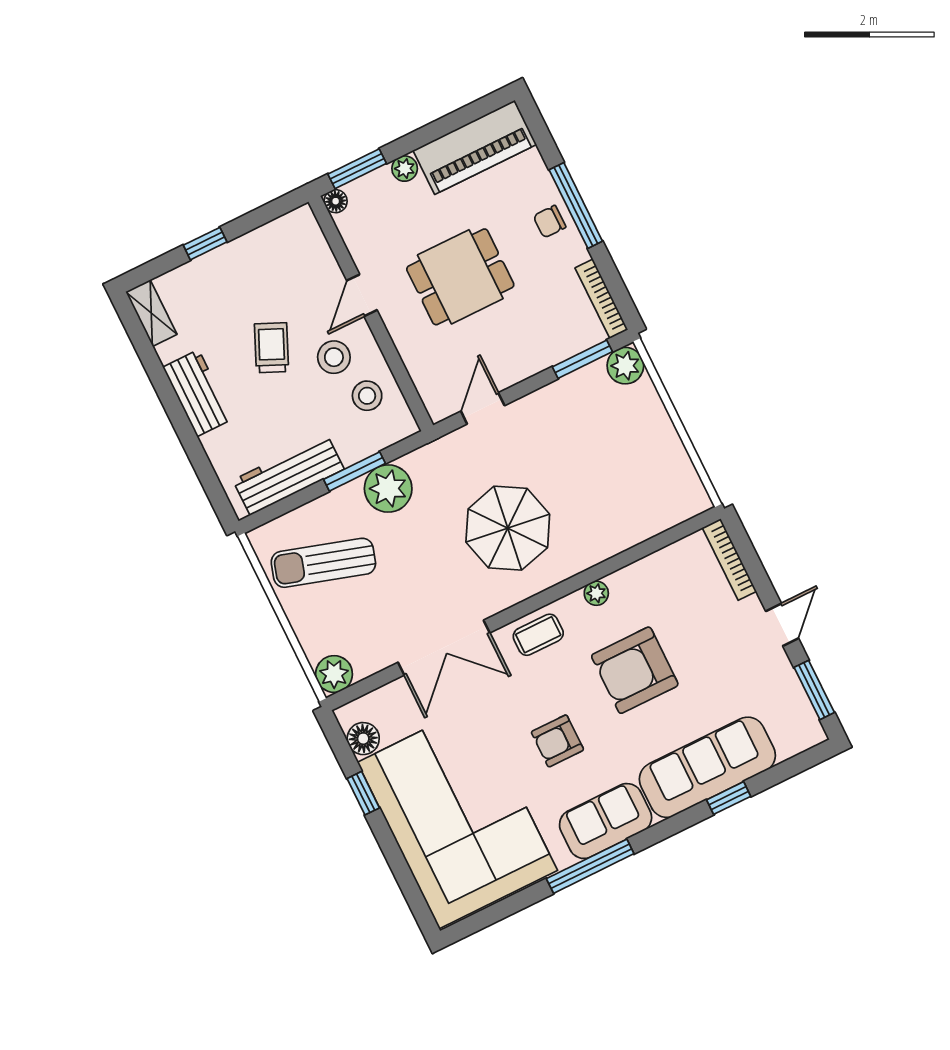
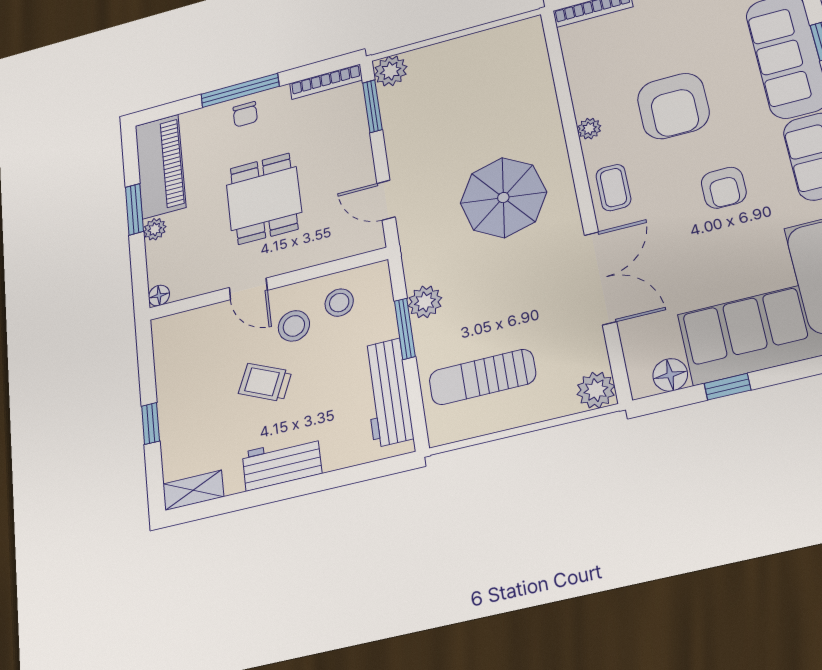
window: (357, 169) -> (134, 209), moved
plant: (388, 489) -> (425, 302), width x0.73, depth x0.73
sun lounger: (323, 563) -> (482, 377), turned 73

